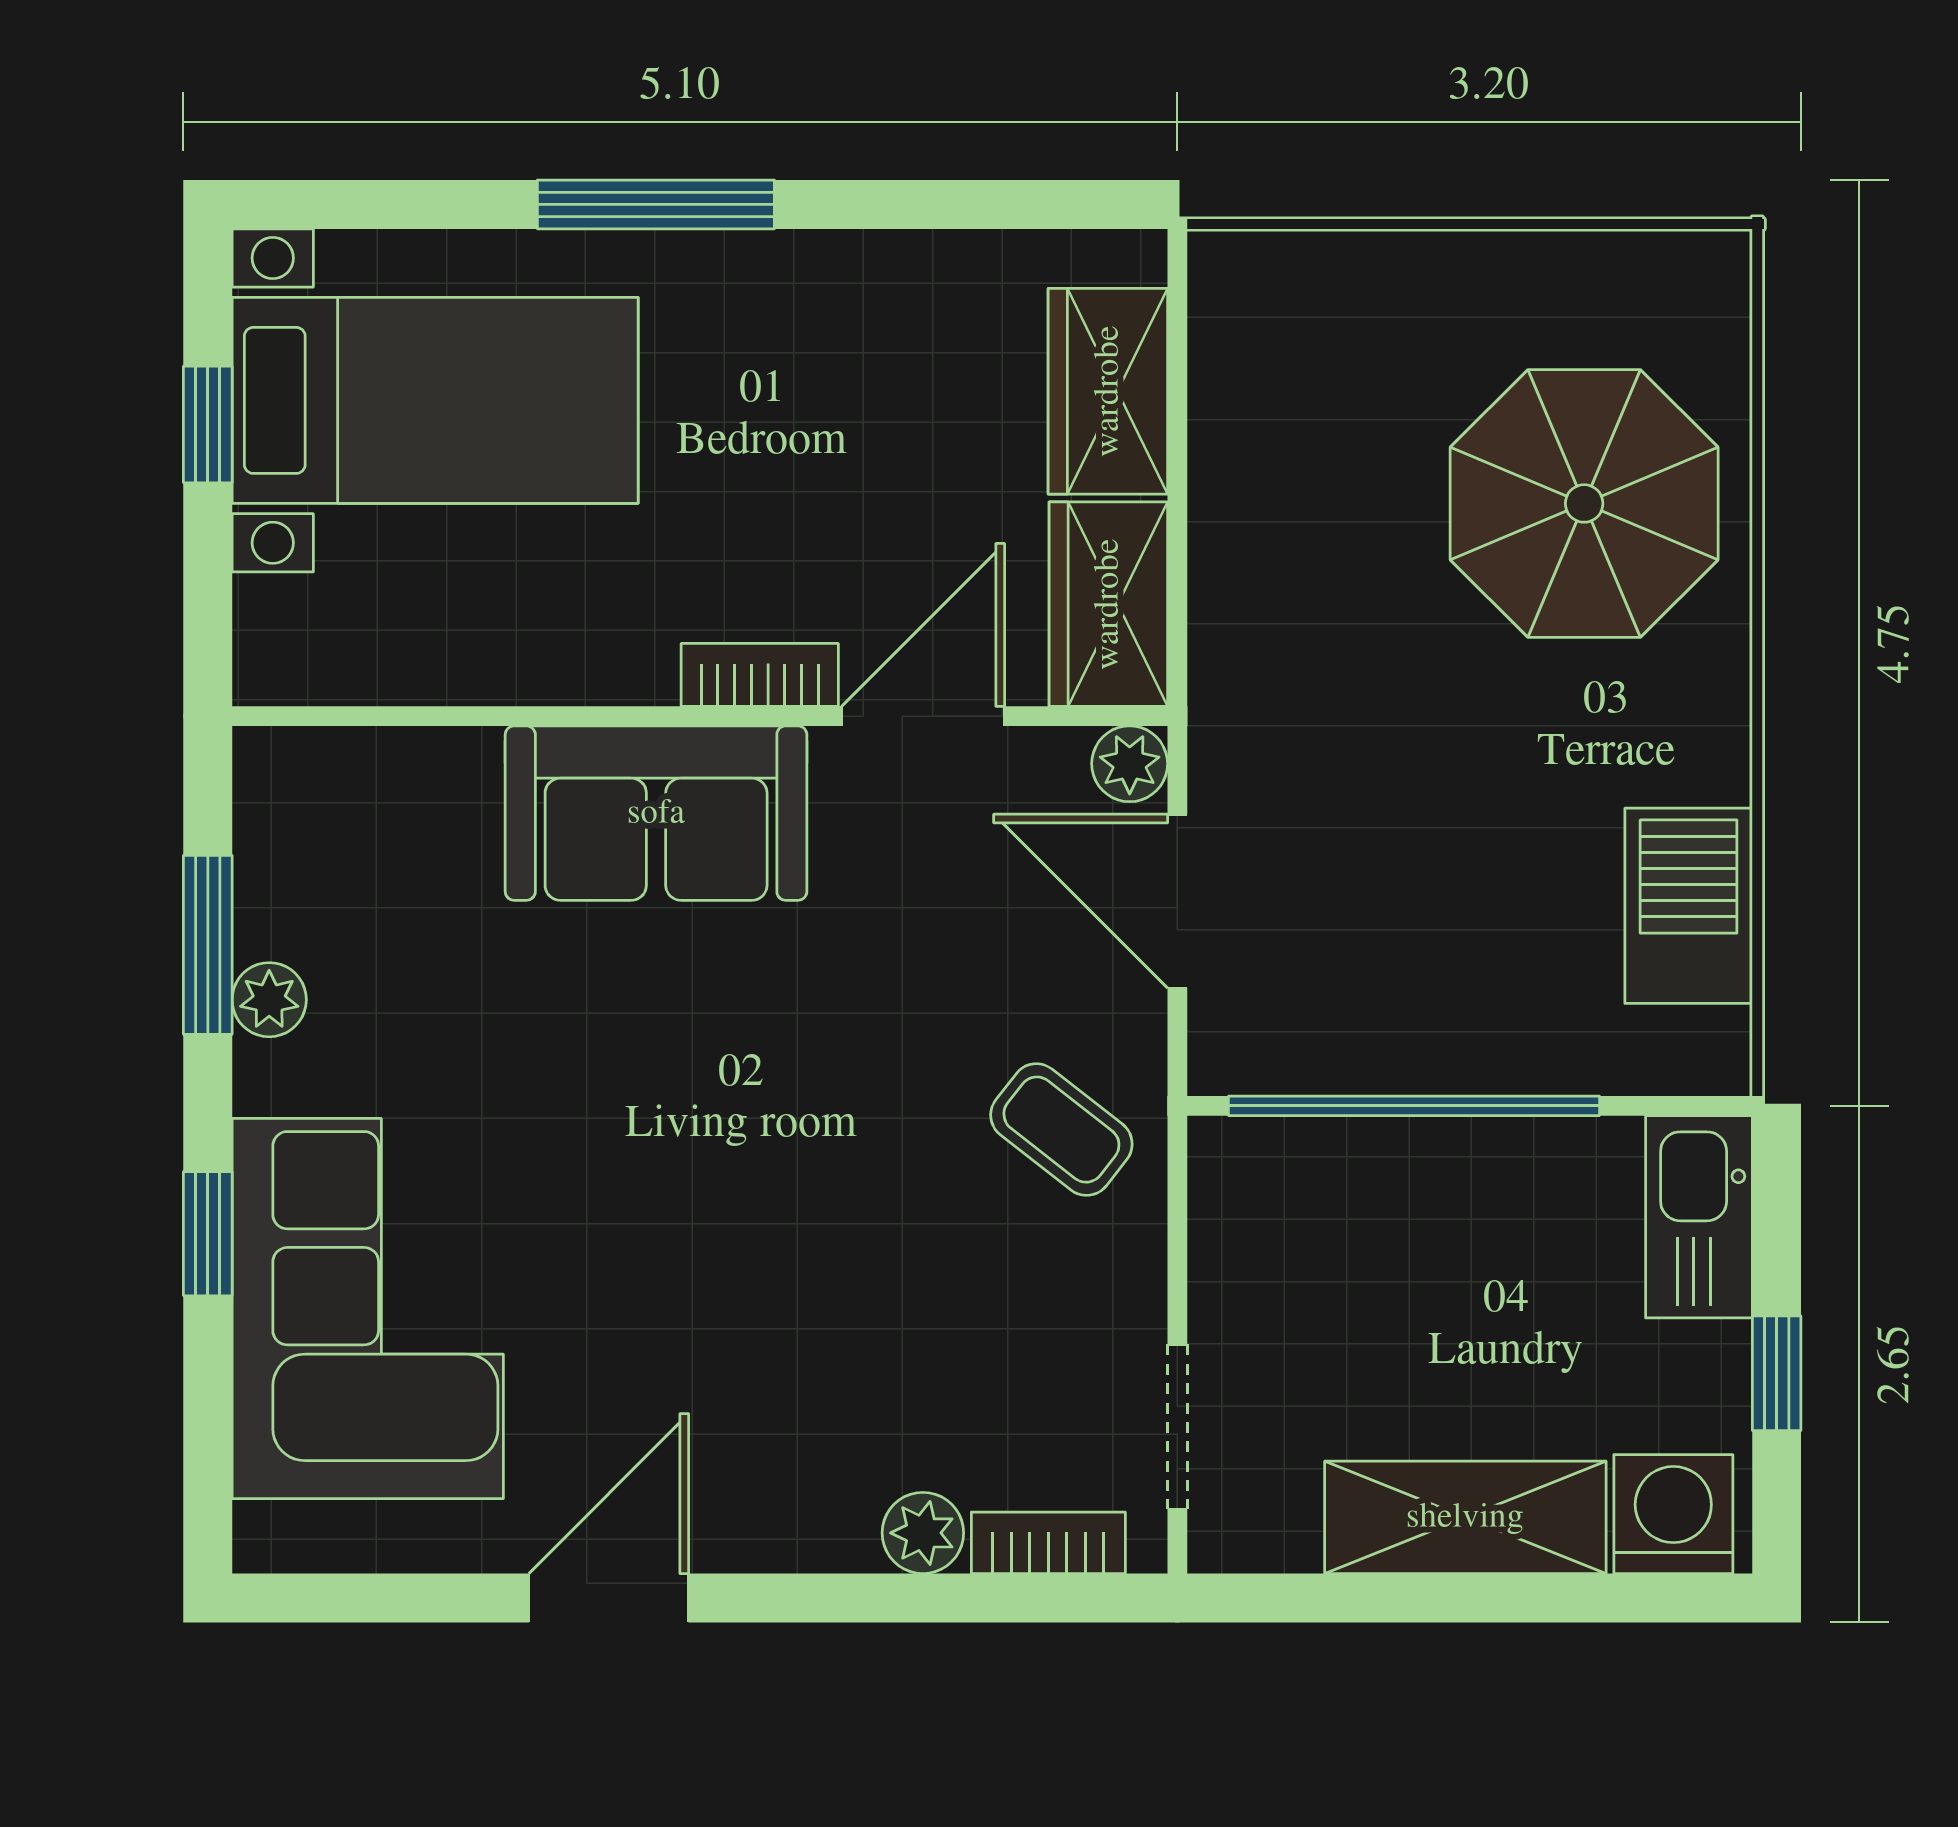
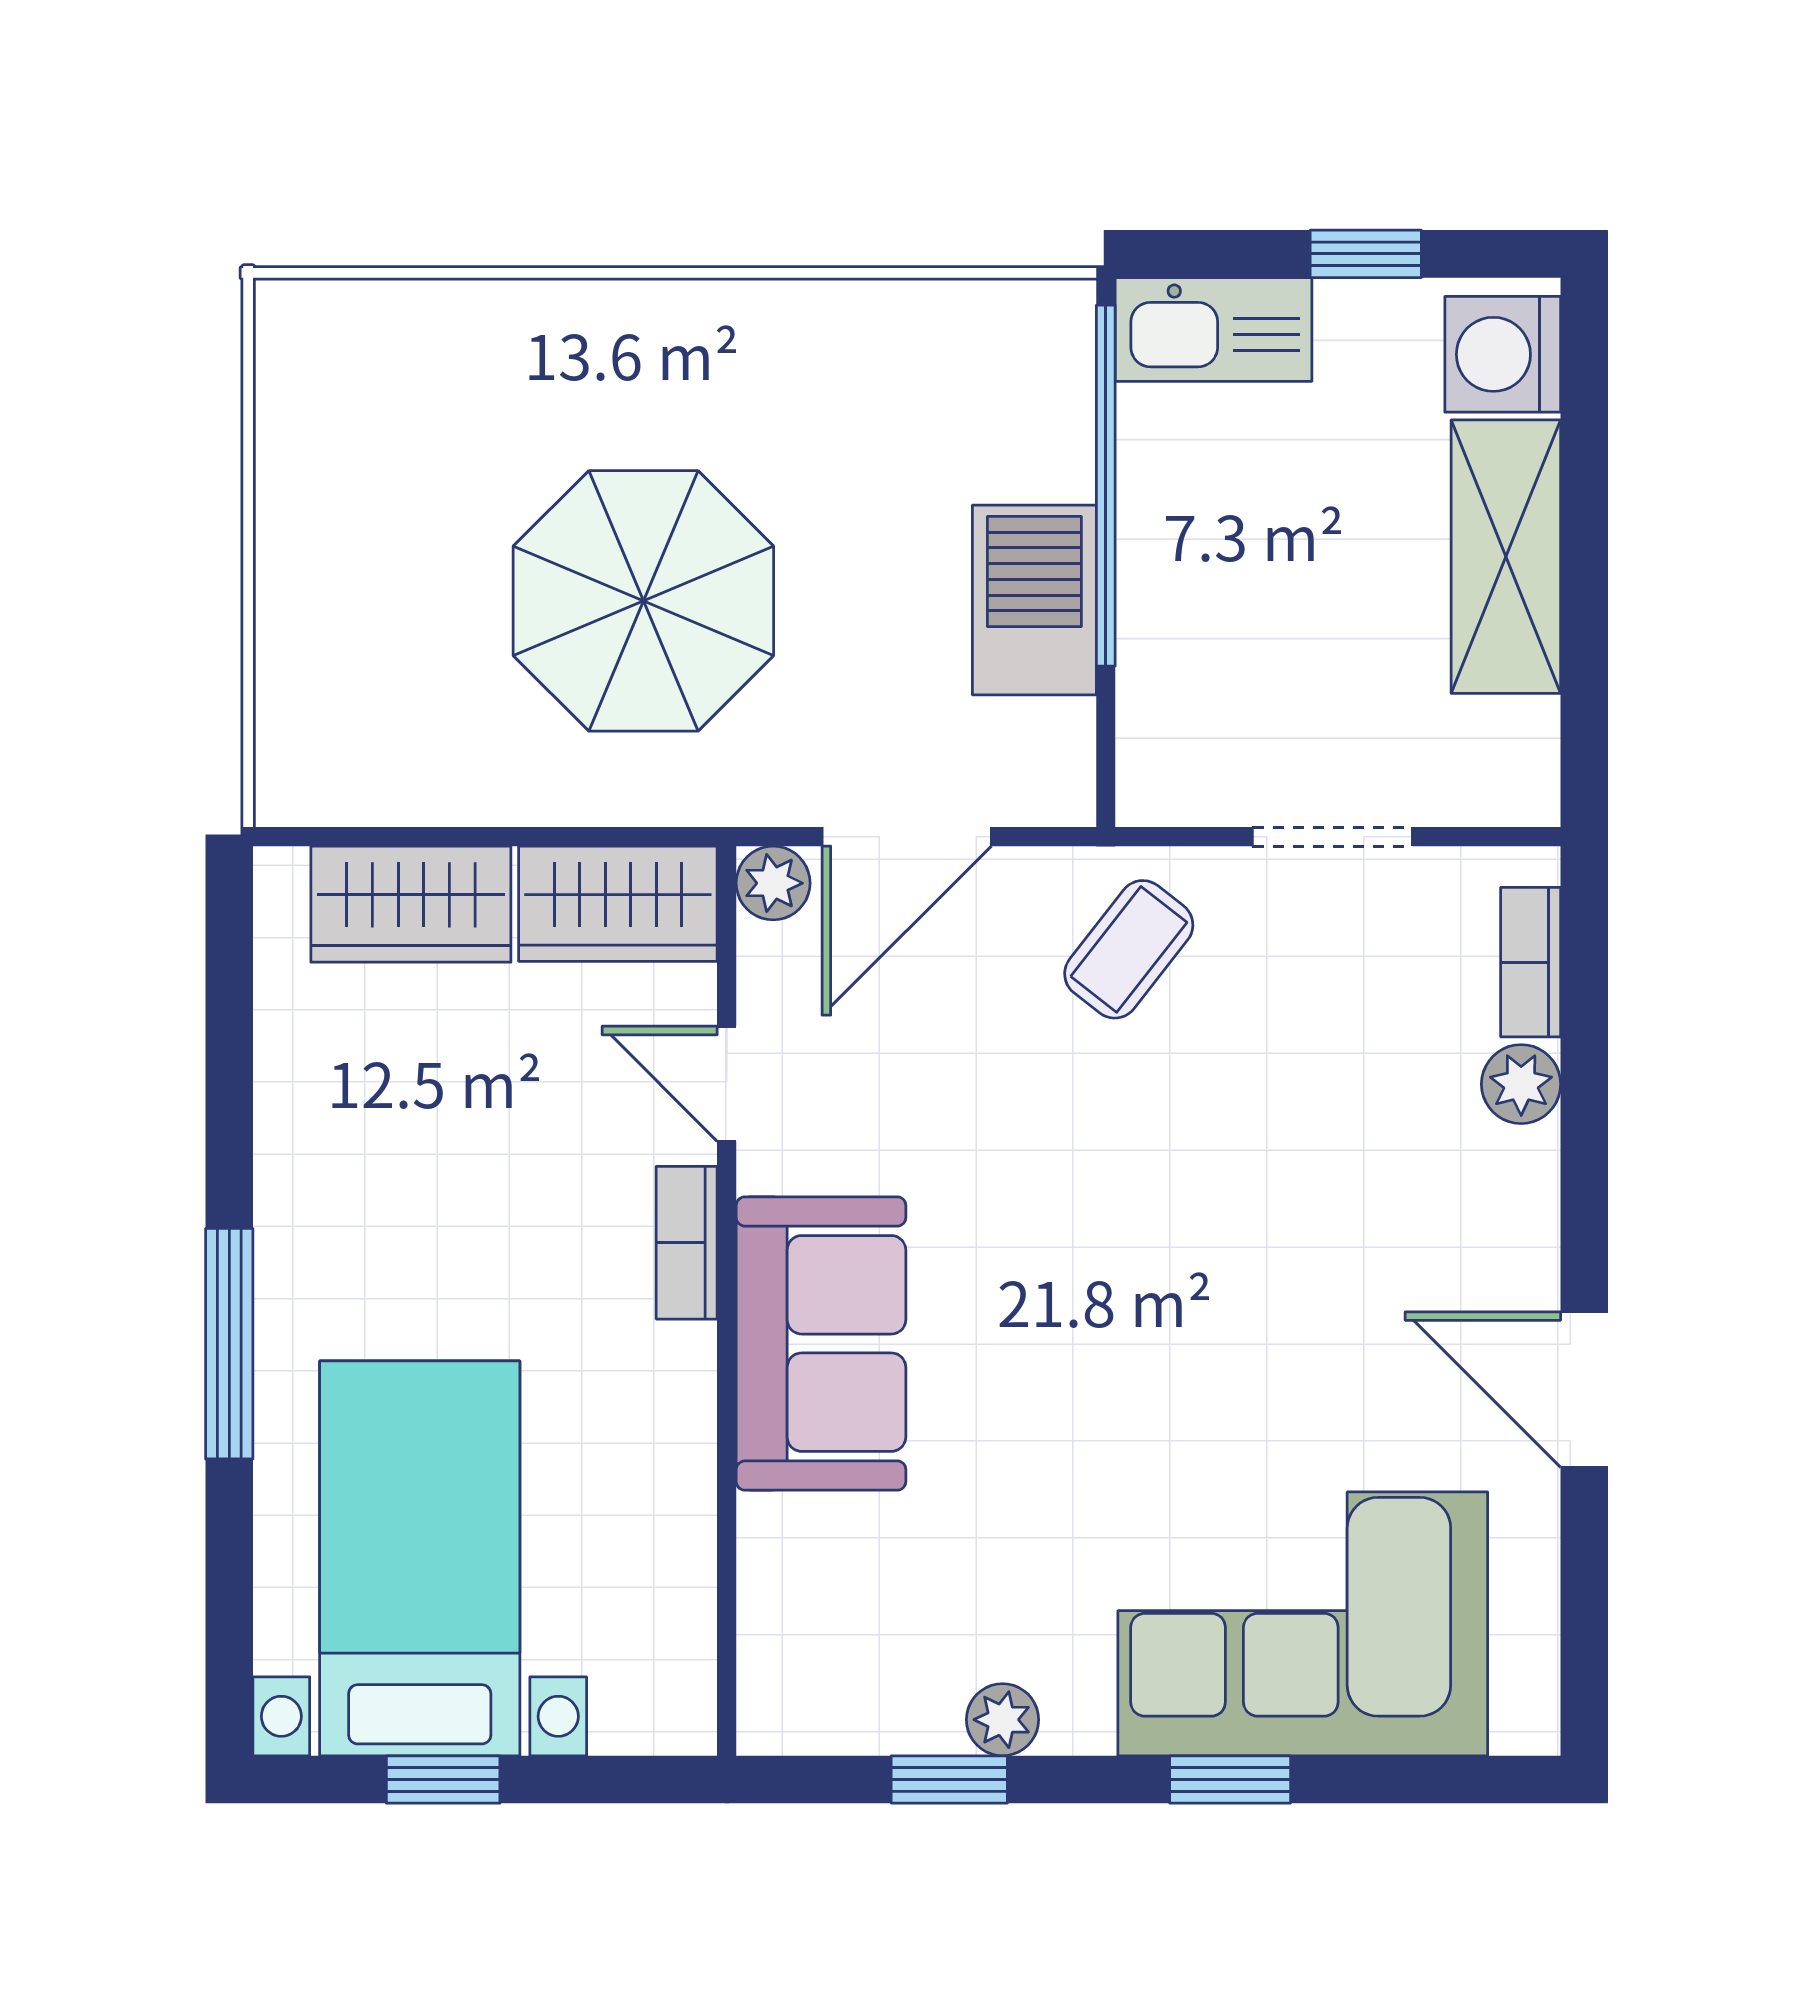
parasol: (1584, 503) -> (643, 601), moved
door: (923, 716) -> (727, 1084), width x0.73
barbecue: (1689, 906) -> (1034, 600), moved, turned 90
window: (208, 945) -> (949, 1779), width x0.67
window: (1414, 1106) -> (1106, 486), moved
doorway: (1177, 1427) -> (1333, 837), moved

